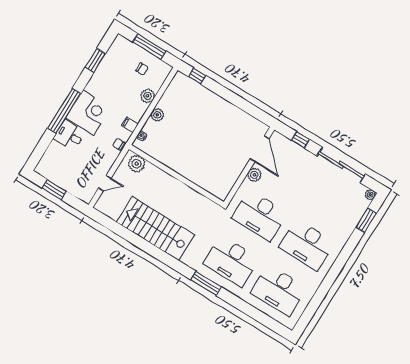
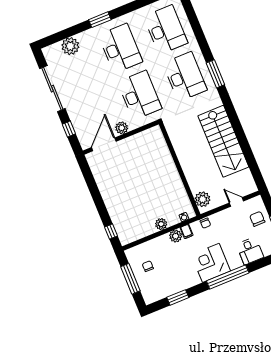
plant: (148, 96) -> (176, 236), moved
desk: (69, 135) -> (250, 251), moved
chair: (75, 182) -> (257, 219), added
plant: (370, 195) -> (70, 46), moved, width x1.87, depth x1.87
window: (366, 220) -> (100, 20), moved

